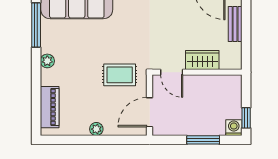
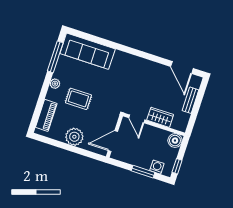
rug: (120, 75) -> (78, 99), moved
boiler: (232, 84) -> (175, 141), added
washing machine: (234, 128) -> (157, 167), moved
plant: (96, 129) -> (74, 137), width x1.87, depth x1.87

